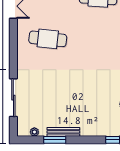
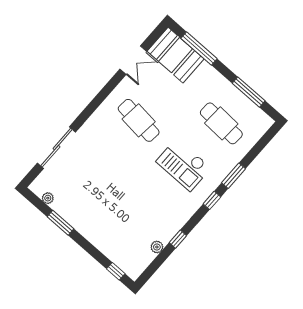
checkout: (97, 42) -> (183, 165), added
bench: (63, 132) -> (75, 222), removed

